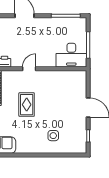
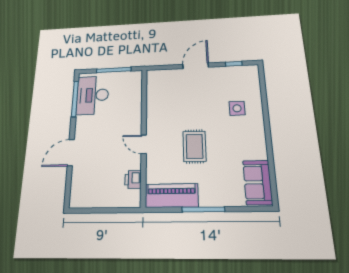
desk: (71, 55) -> (93, 95), moved, turned 180
rug: (27, 105) -> (194, 146), turned 90

